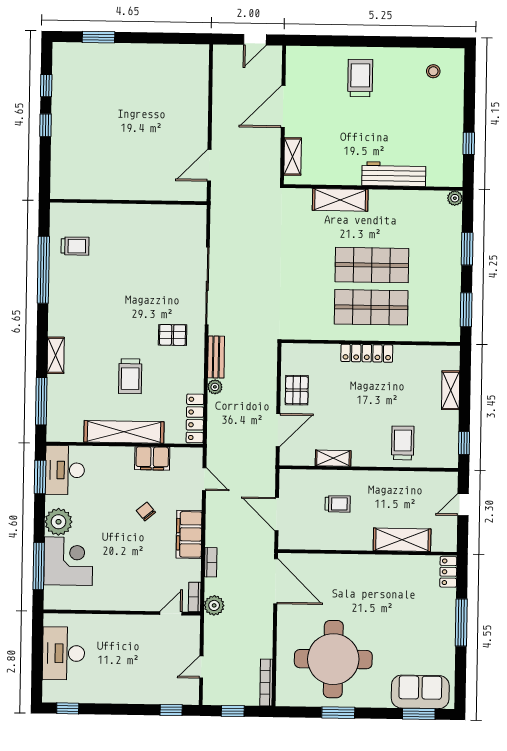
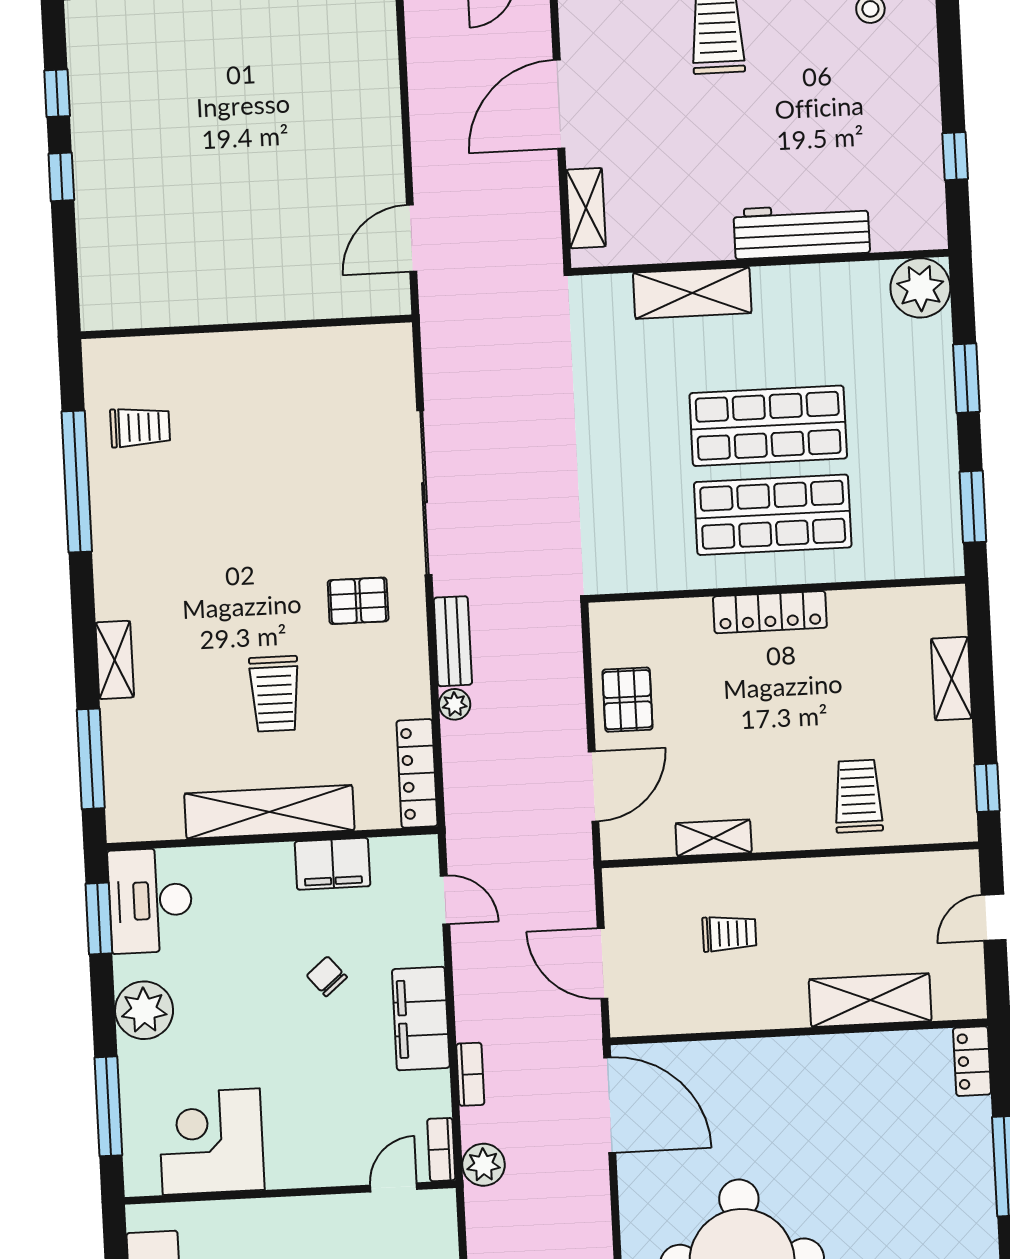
plant: (455, 198) -> (920, 288), width x1.88, depth x1.88
corner desk: (68, 561) -> (211, 1142), moved, turned -90

